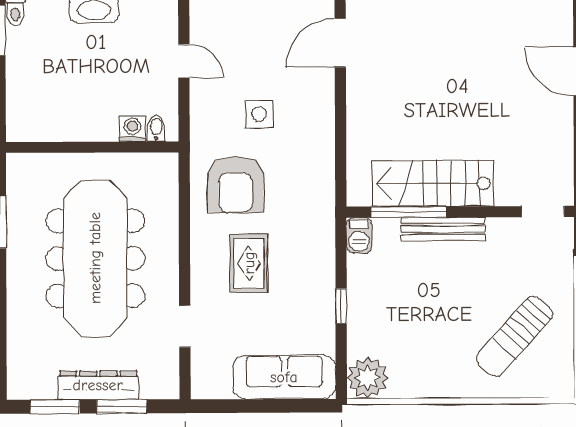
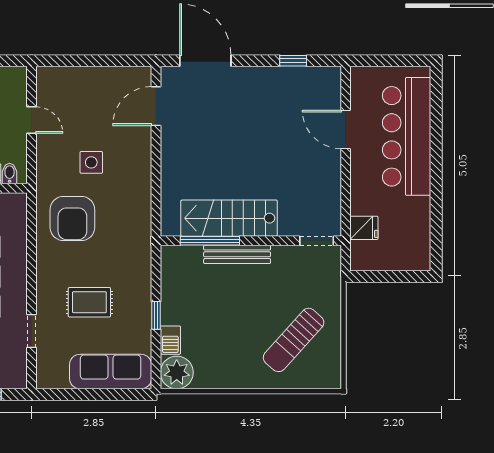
barbecue: (359, 236) -> (170, 340), moved
rug: (249, 263) -> (89, 302), moved, turned 90

